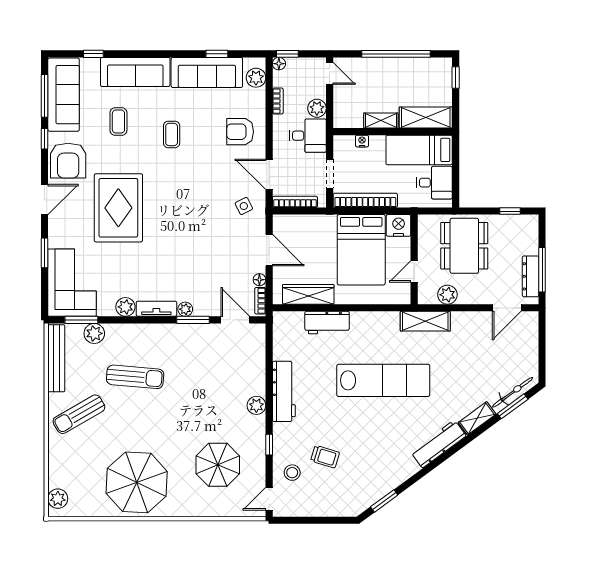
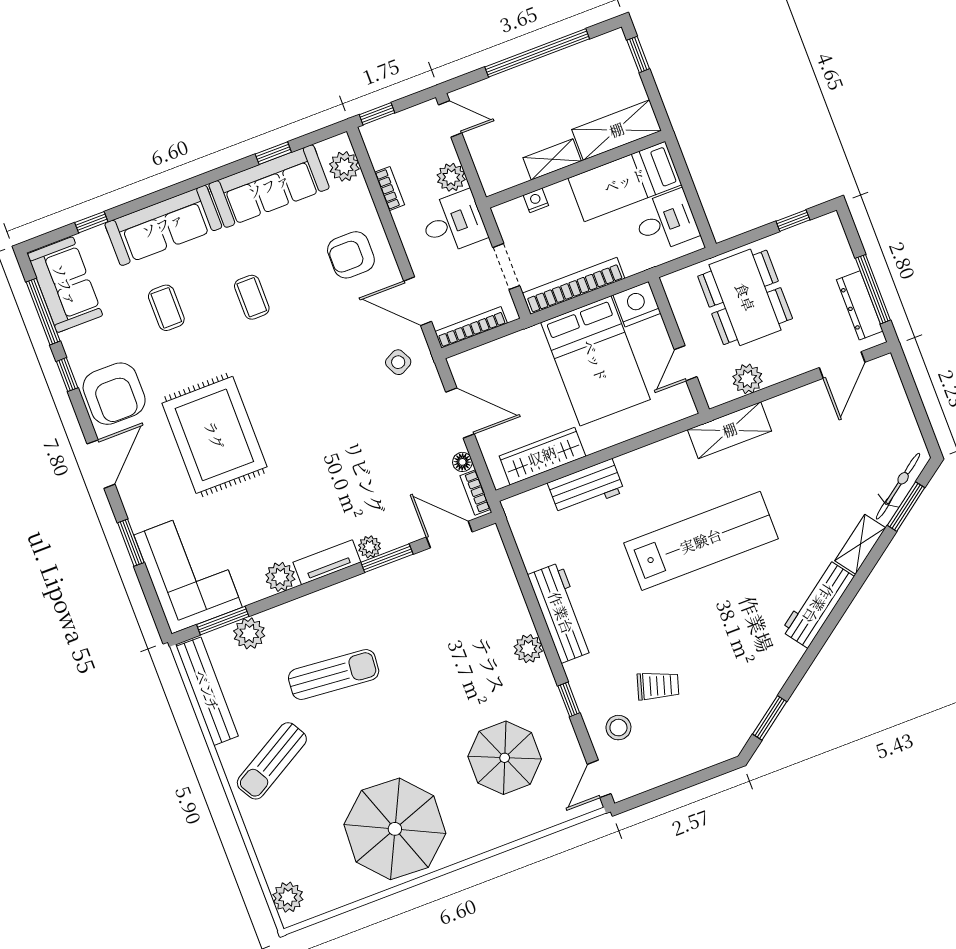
floor lamp: (279, 64) -> (370, 133), removed
sofa: (64, 95) -> (65, 285), width x0.73

